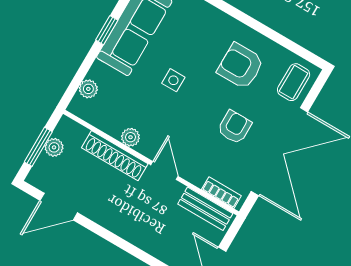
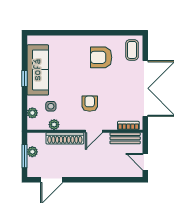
side table: (173, 80) -> (51, 106), moved
armchair: (234, 127) -> (90, 104), moved
plant: (130, 137) -> (54, 125), moved
door: (165, 171) -> (94, 131), swing flipped

